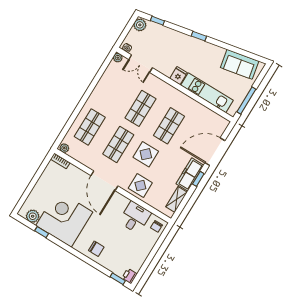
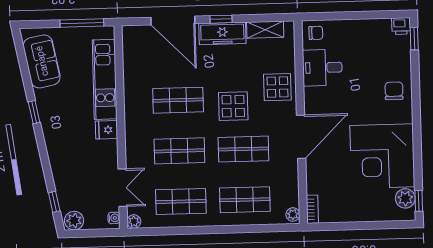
window: (199, 36) -> (34, 112), moved
shop shelf: (112, 91) -> (181, 201), added
window: (42, 232) -> (419, 201), moved

